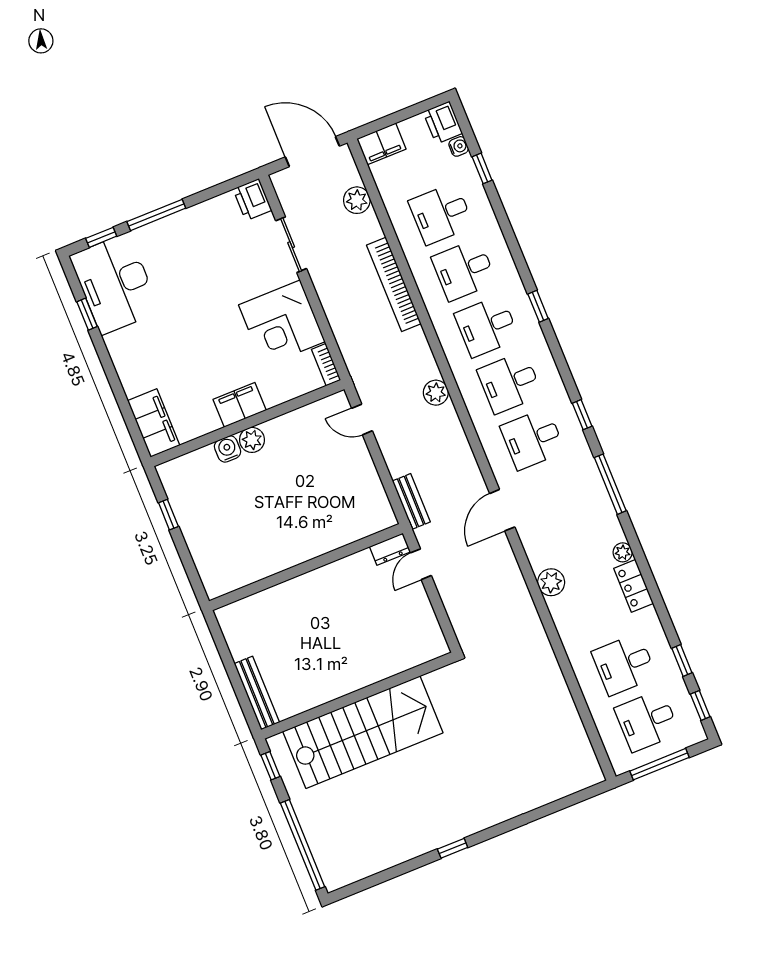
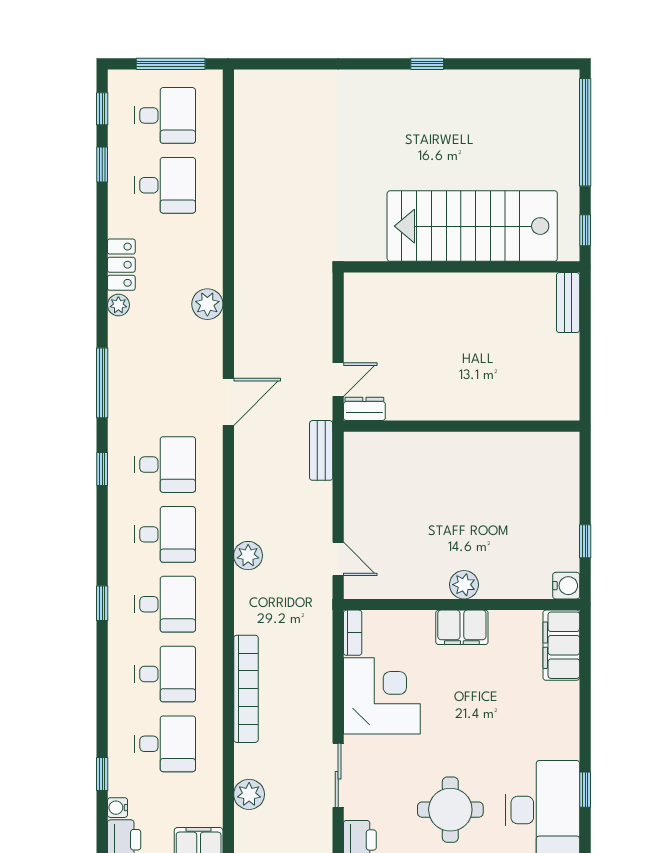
round table: (189, 254) -> (450, 810), added
water cooler: (228, 449) -> (566, 586), moved, turned -90
bench: (257, 693) -> (568, 303), width x0.73

